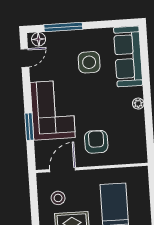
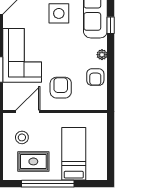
window: (145, 71) -> (111, 25), added
armchair: (133, 128) -> (95, 77), added

